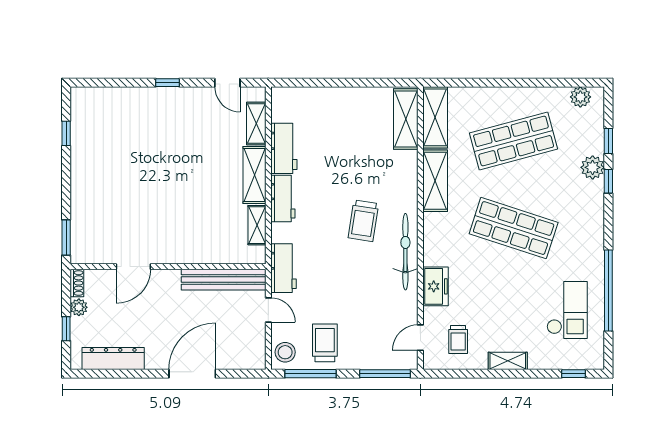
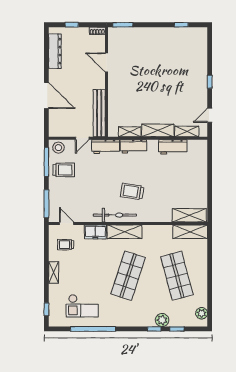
shelving: (435, 181) -> (125, 232), moved
workbench: (283, 199) -> (133, 146), moved
plant: (79, 307) -> (84, 32), removed

